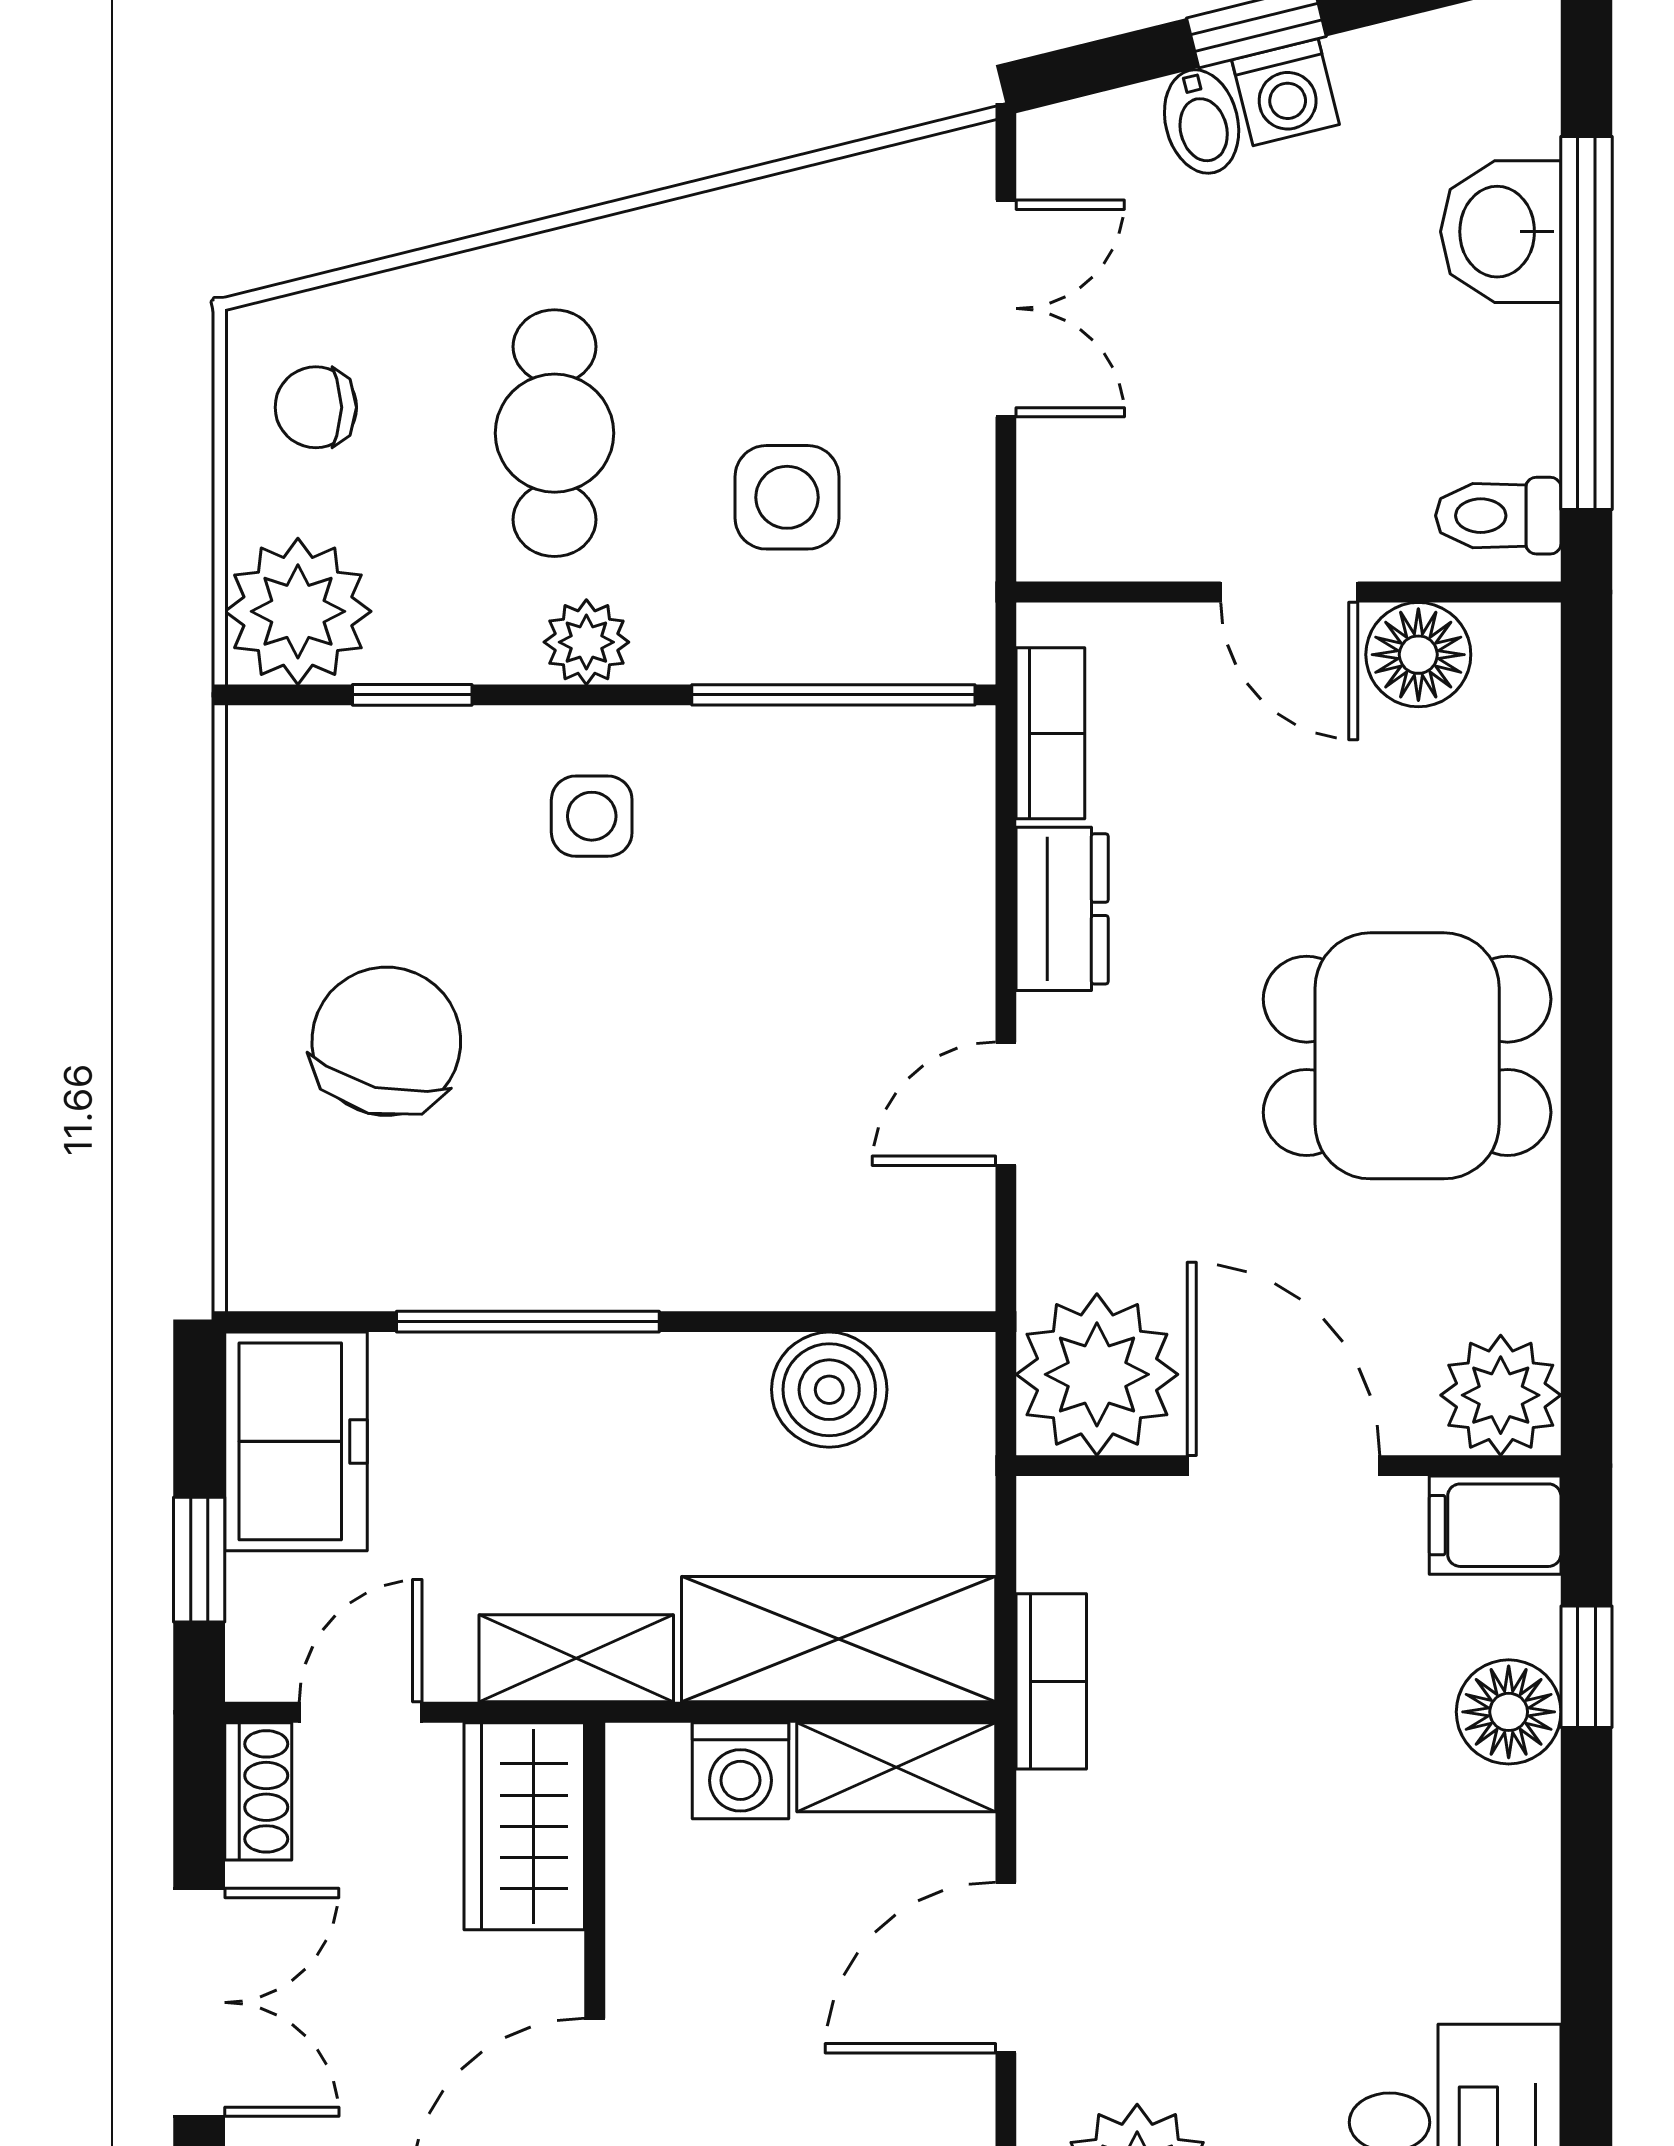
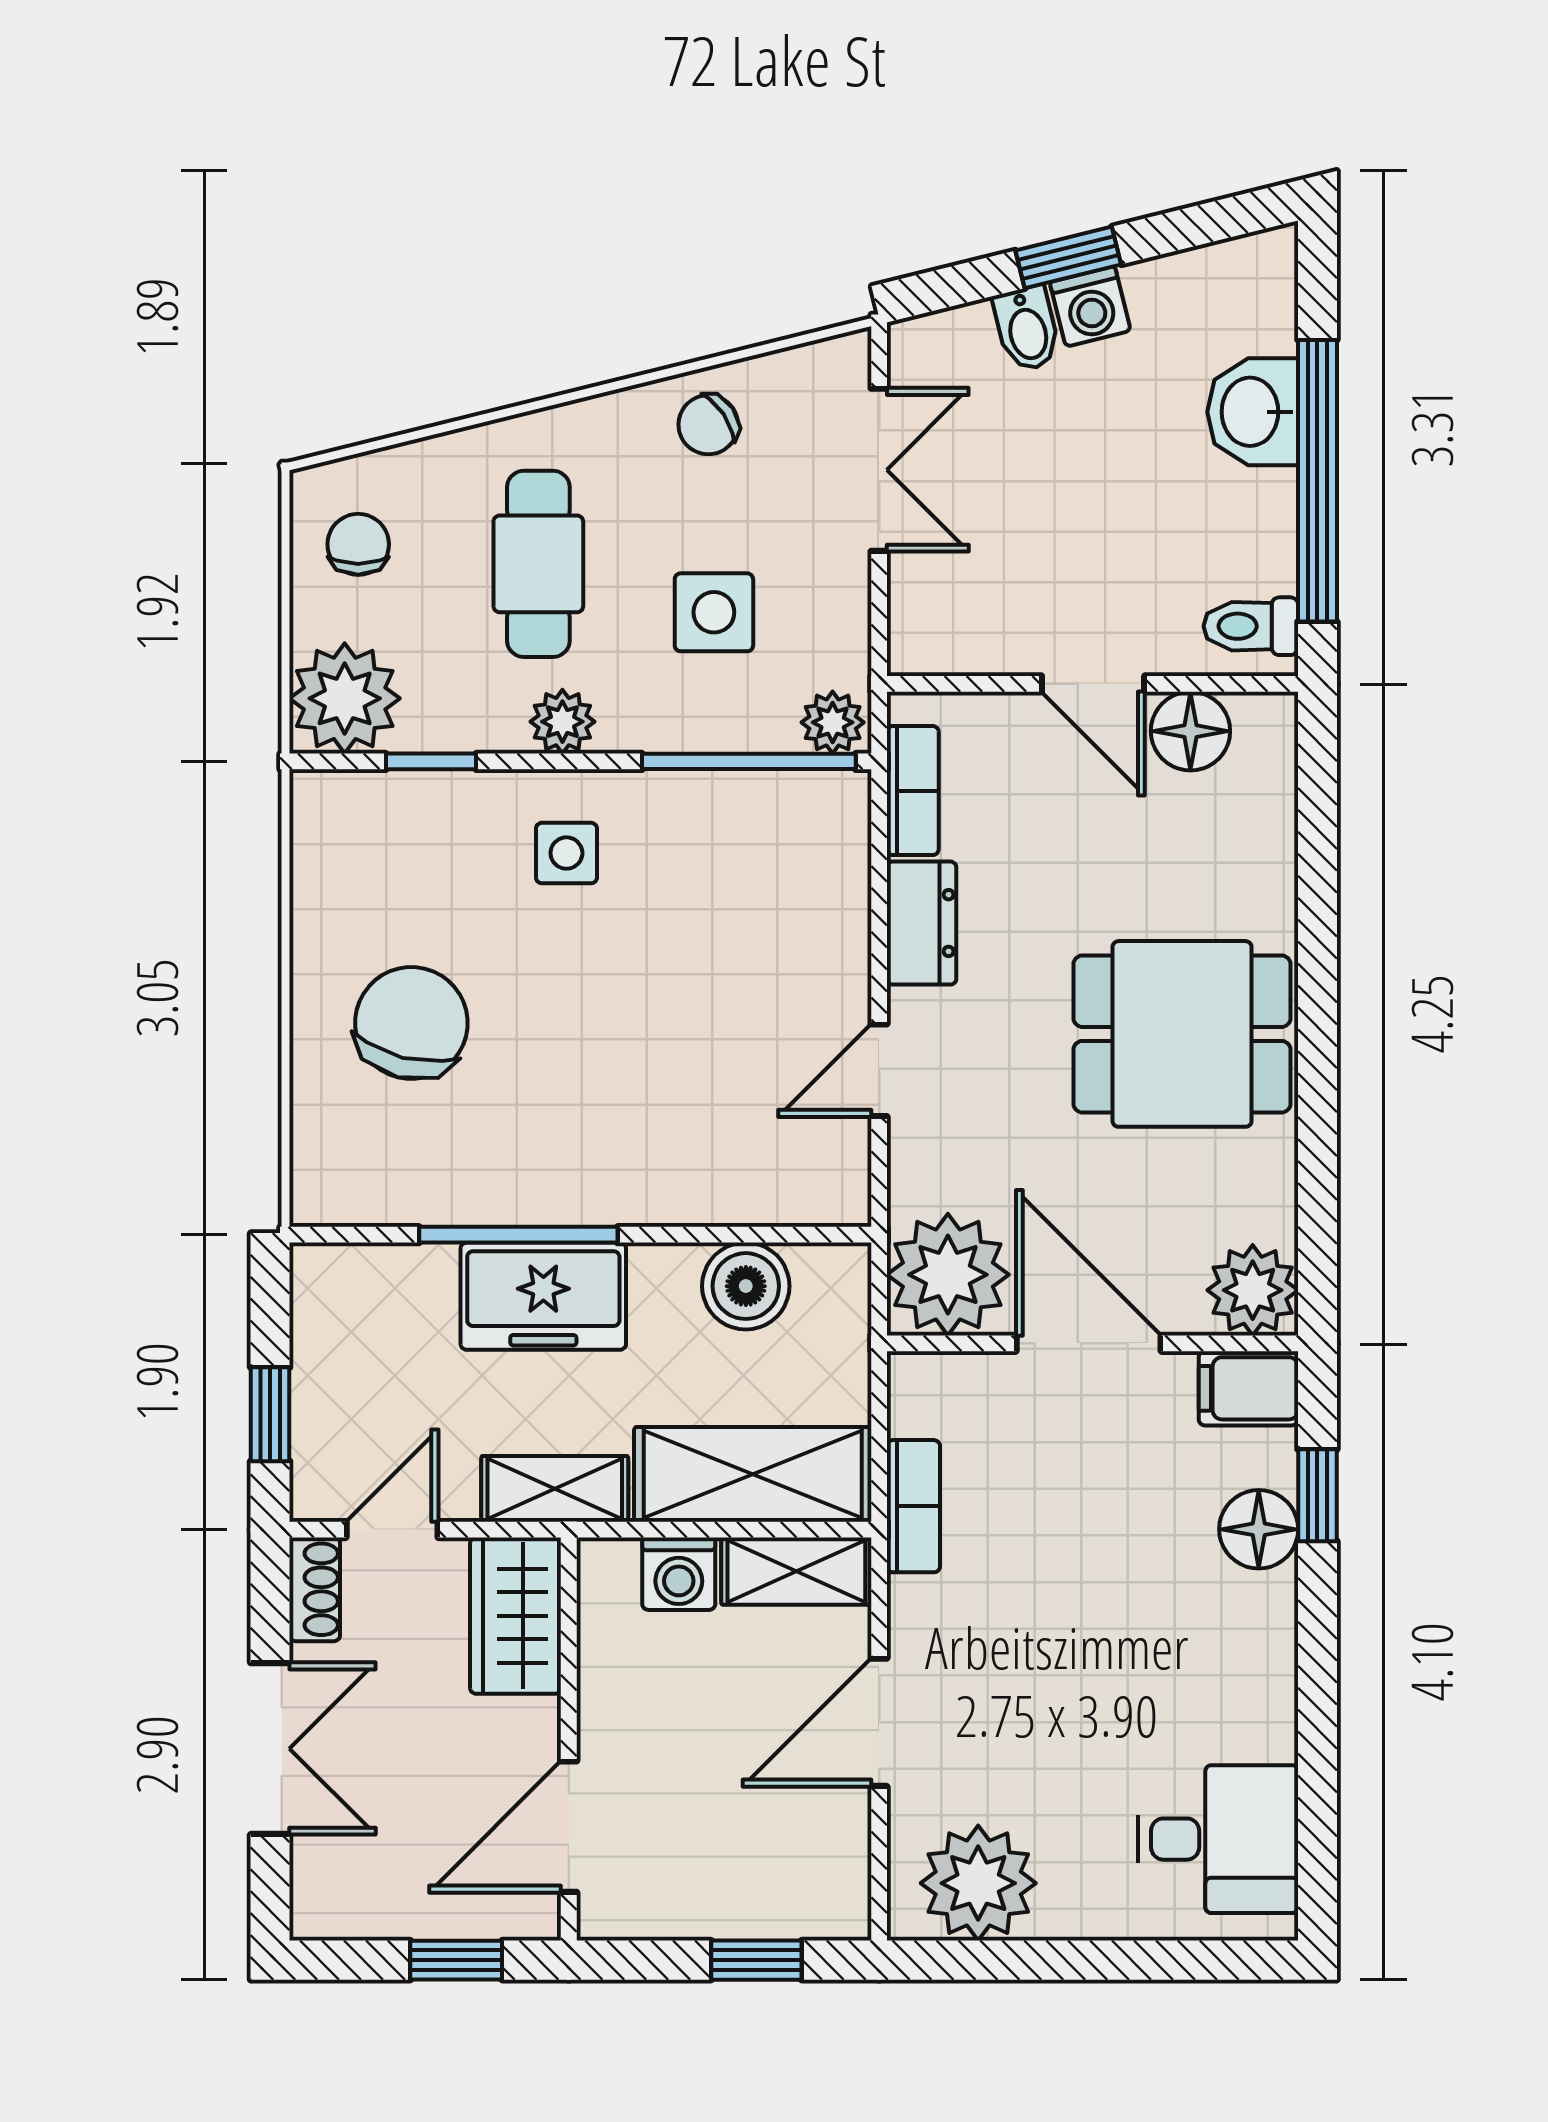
chair: (780, 249) -> (708, 425), added
chair: (316, 407) -> (358, 544), turned 90
plant: (944, 643) -> (833, 722), added
freezer: (296, 1441) -> (543, 1296), moved, turned 90

